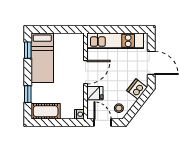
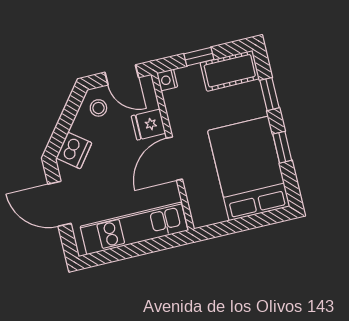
window: (28, 50) -> (282, 147), moved
bed: (42, 58) -> (249, 168), width x1.50
window: (60, 123) -> (199, 57), added

